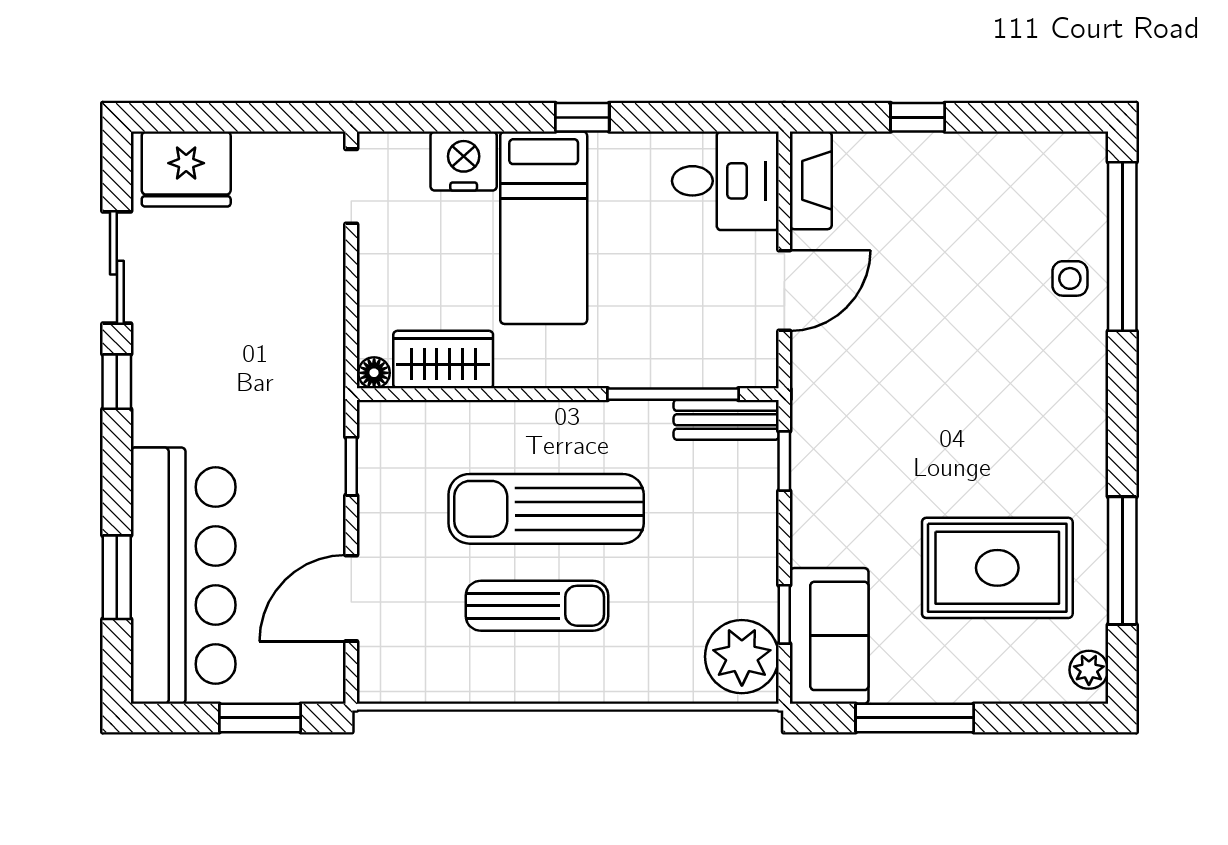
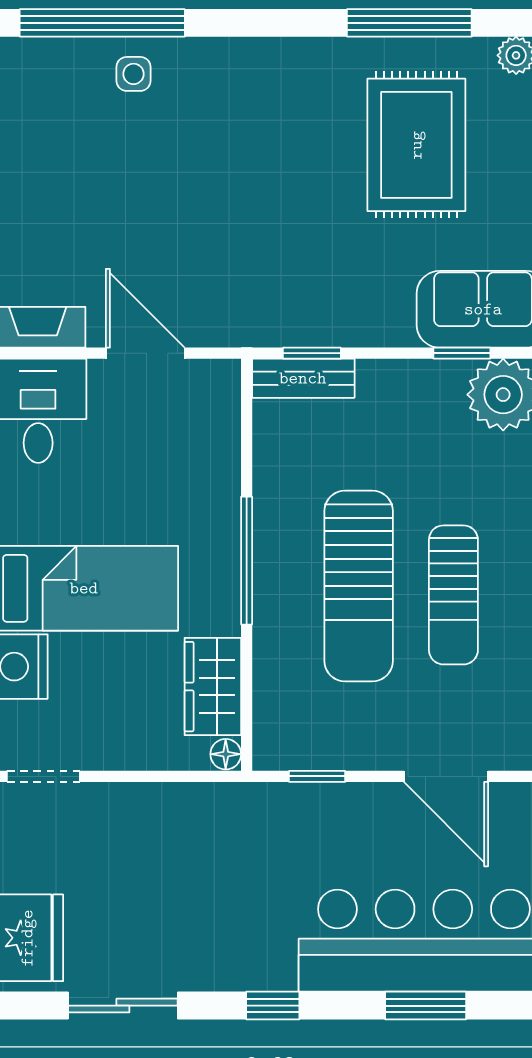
window: (117, 382) -> (273, 1006), moved
window: (673, 394) -> (247, 561), moved
bench: (726, 420) -> (303, 378), moved, turned 90
sun lounger: (537, 606) -> (453, 595), turned 180

